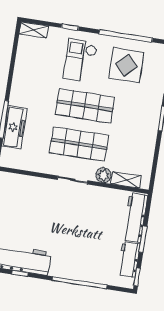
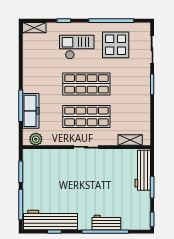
checkout: (80, 61) -> (77, 47), turned 90
plant: (104, 175) -> (36, 139), moved
workbench: (129, 259) -> (106, 222), moved, turned 90

